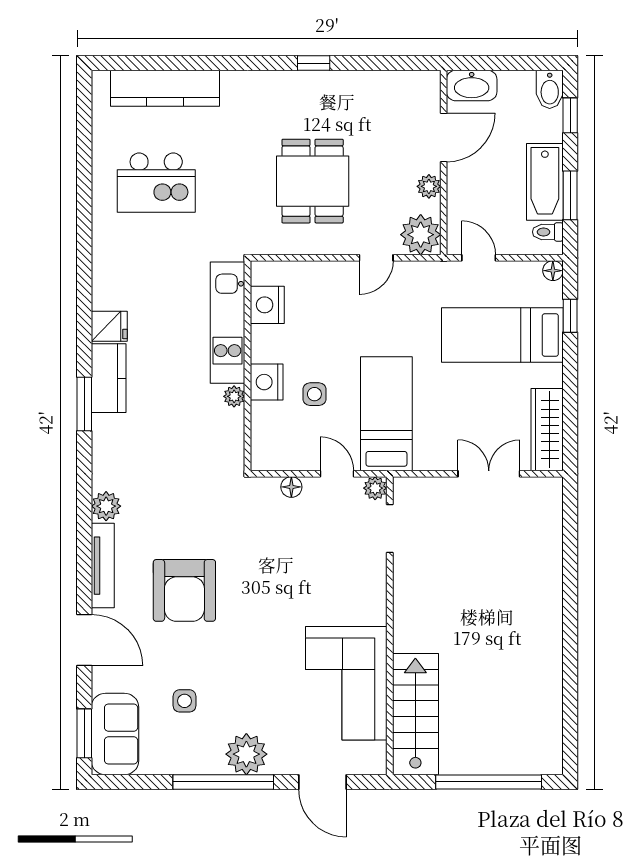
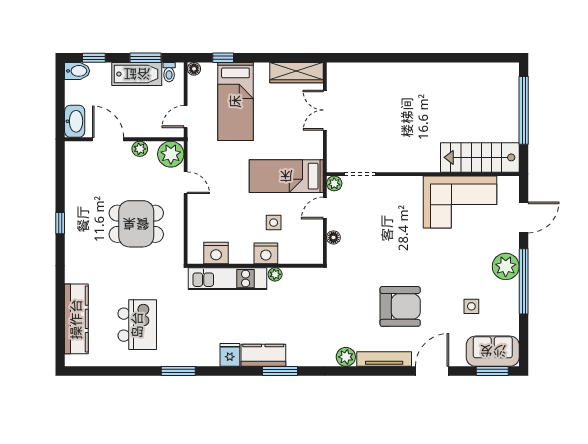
window: (84, 246) -> (178, 371), added

